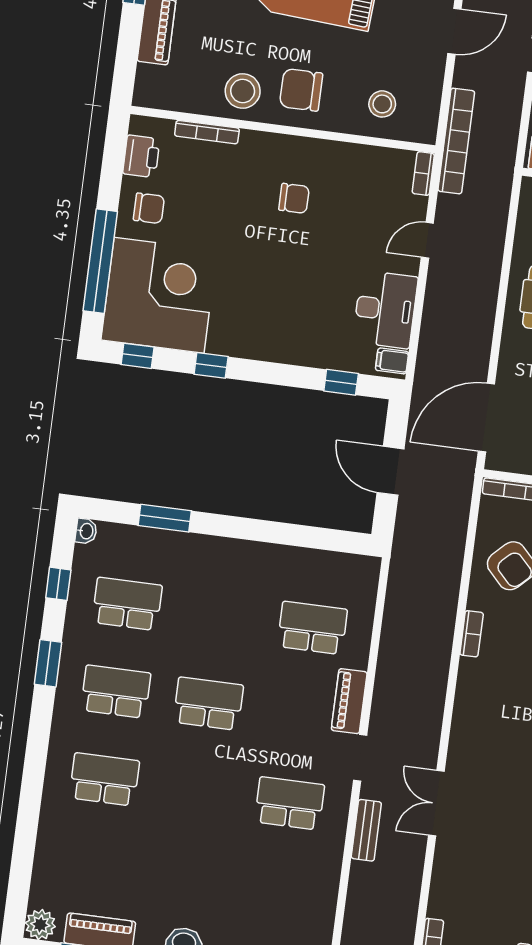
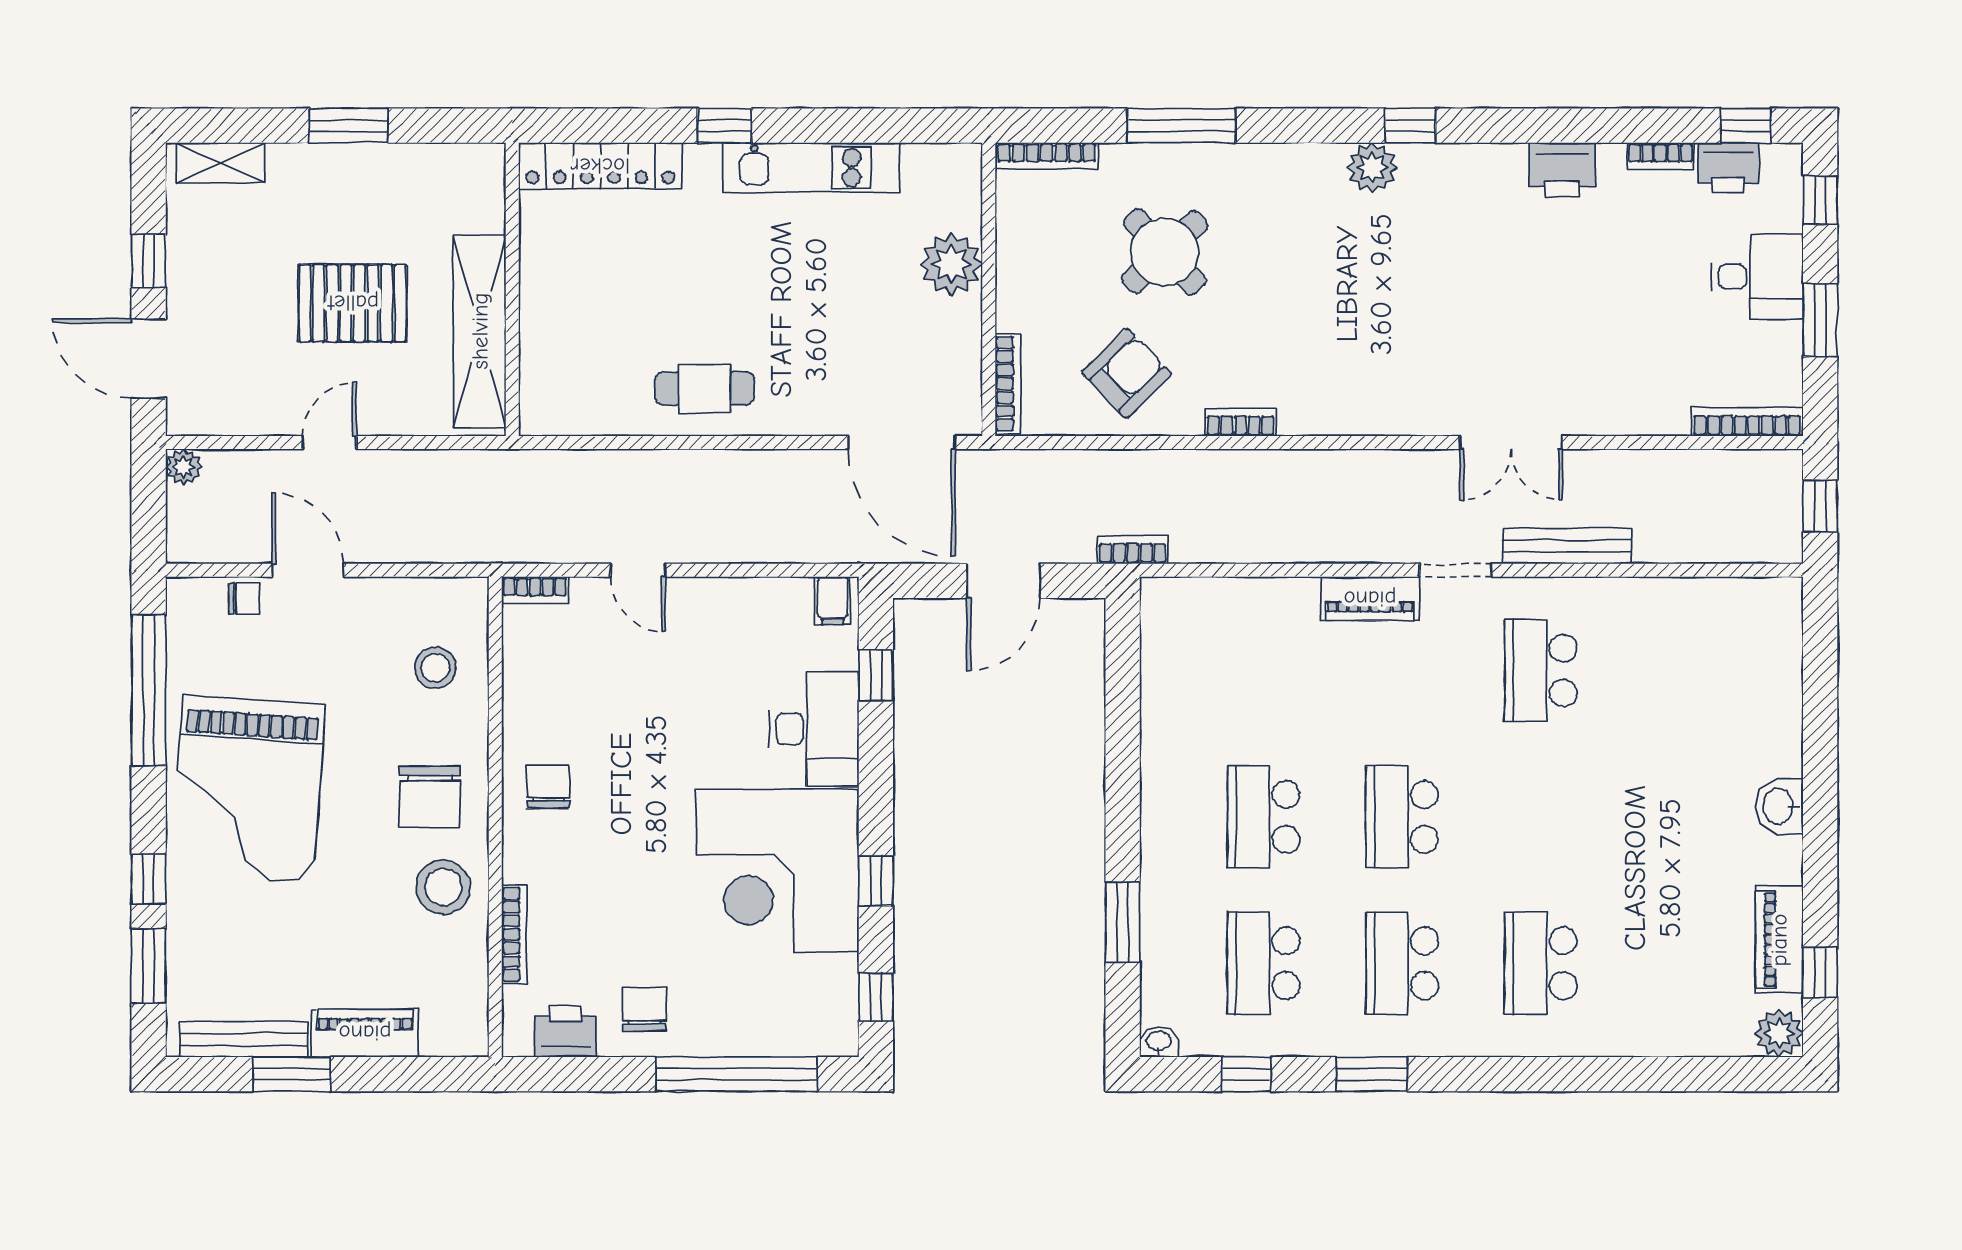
bookcase: (456, 141) -> (1133, 550), moved, width x0.43, depth x0.76
chair: (294, 198) -> (548, 787), moved
corner desk: (159, 295) -> (778, 871), moved, turned -90
desk: (385, 309) -> (814, 729), moved, turned 90
school desk: (312, 628) -> (1263, 817), moved
bench: (366, 830) -> (1567, 546), width x1.36

